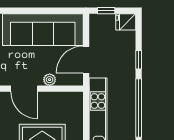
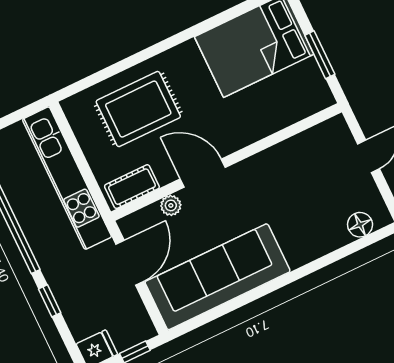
cot: (65, 100) -> (132, 187), added

